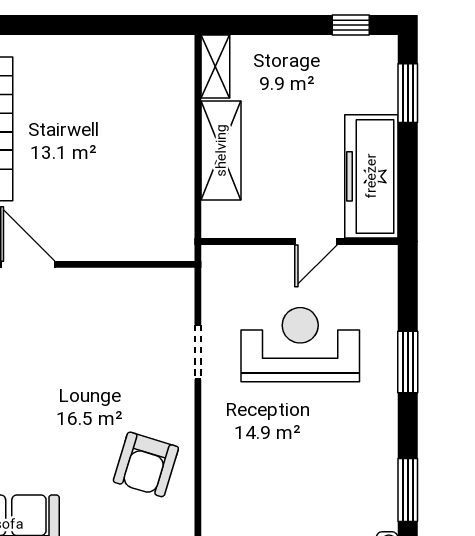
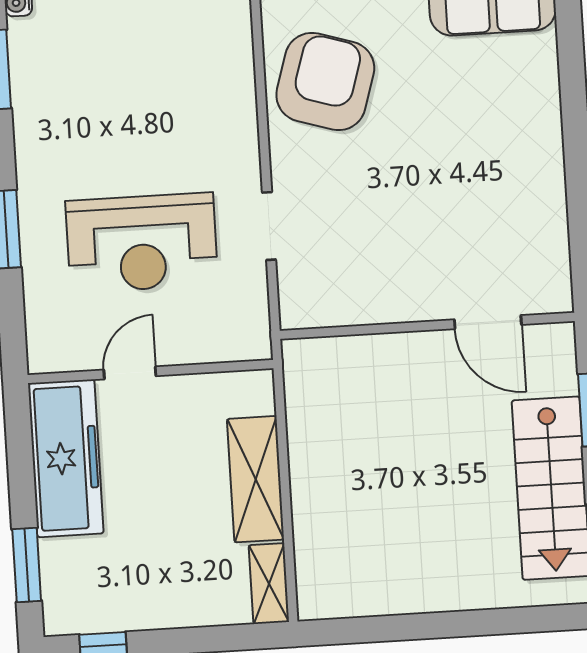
armchair: (146, 464) -> (325, 82), width x1.36, depth x1.36

